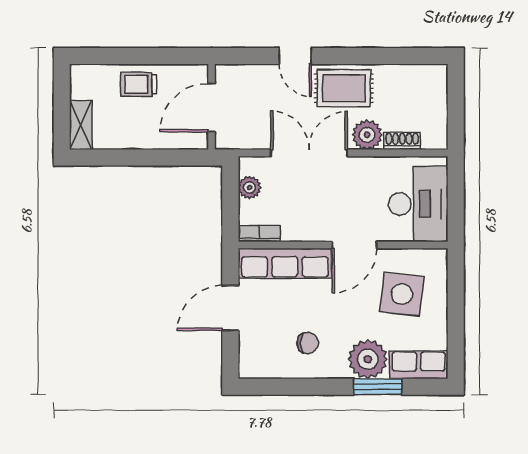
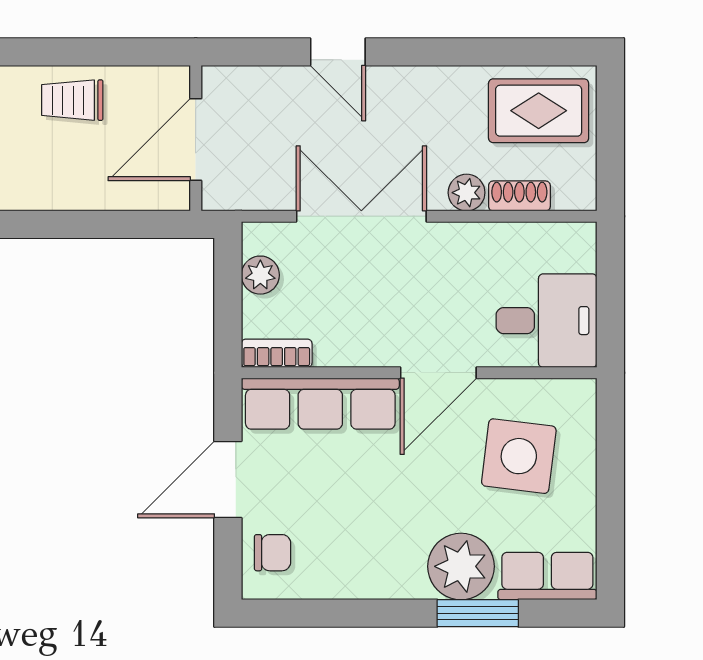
rug: (344, 88) -> (539, 111), moved
plant: (367, 135) -> (467, 193), width x0.73, depth x0.73
desk: (418, 204) -> (547, 321), width x0.73
chair: (308, 343) -> (273, 553), moved

